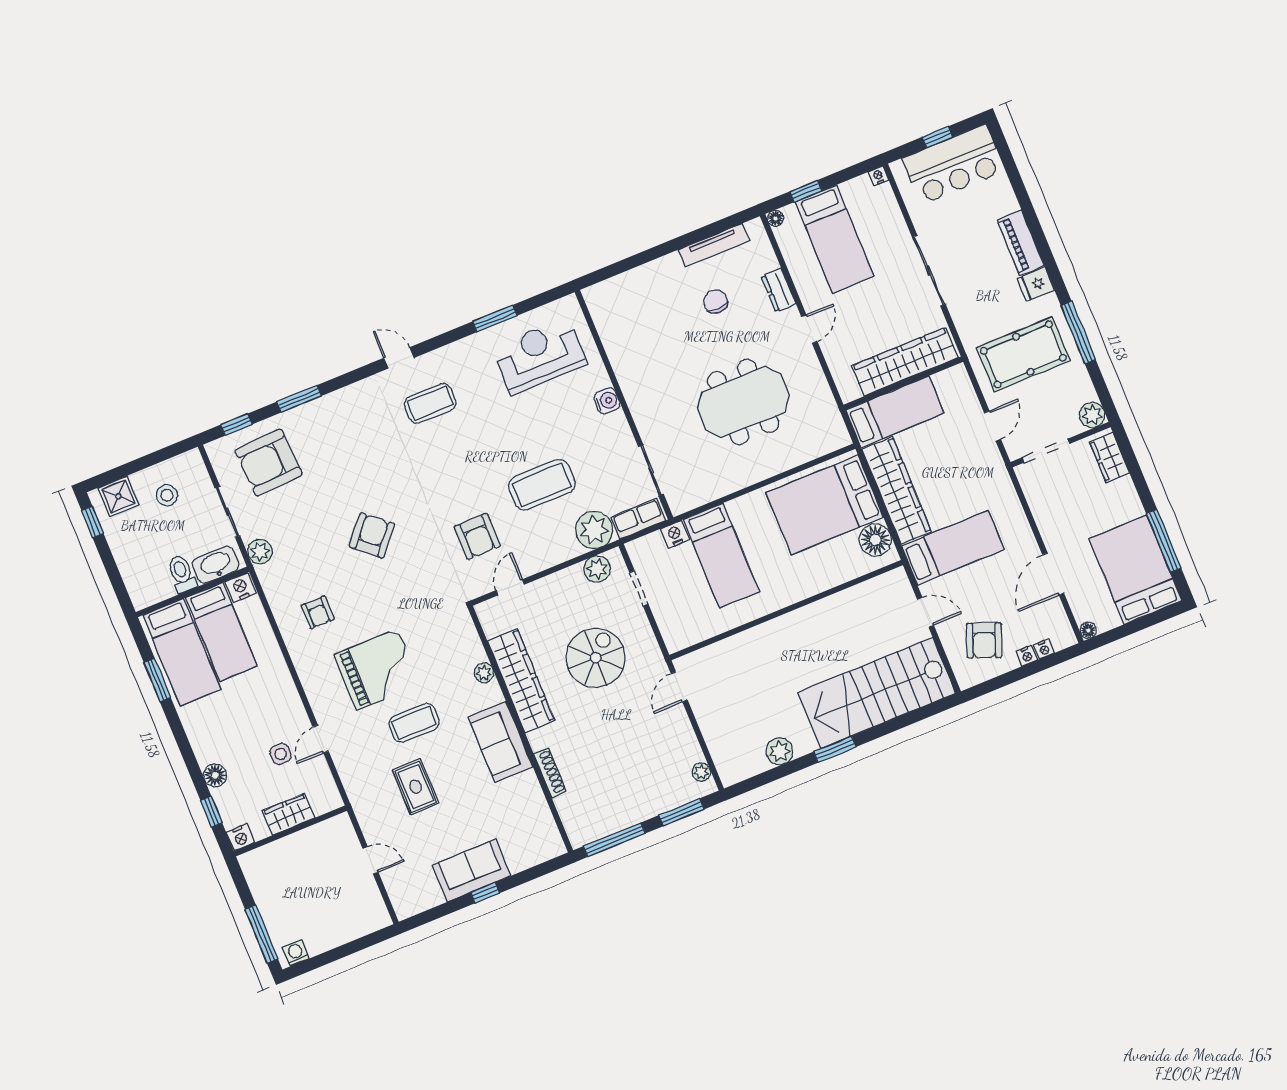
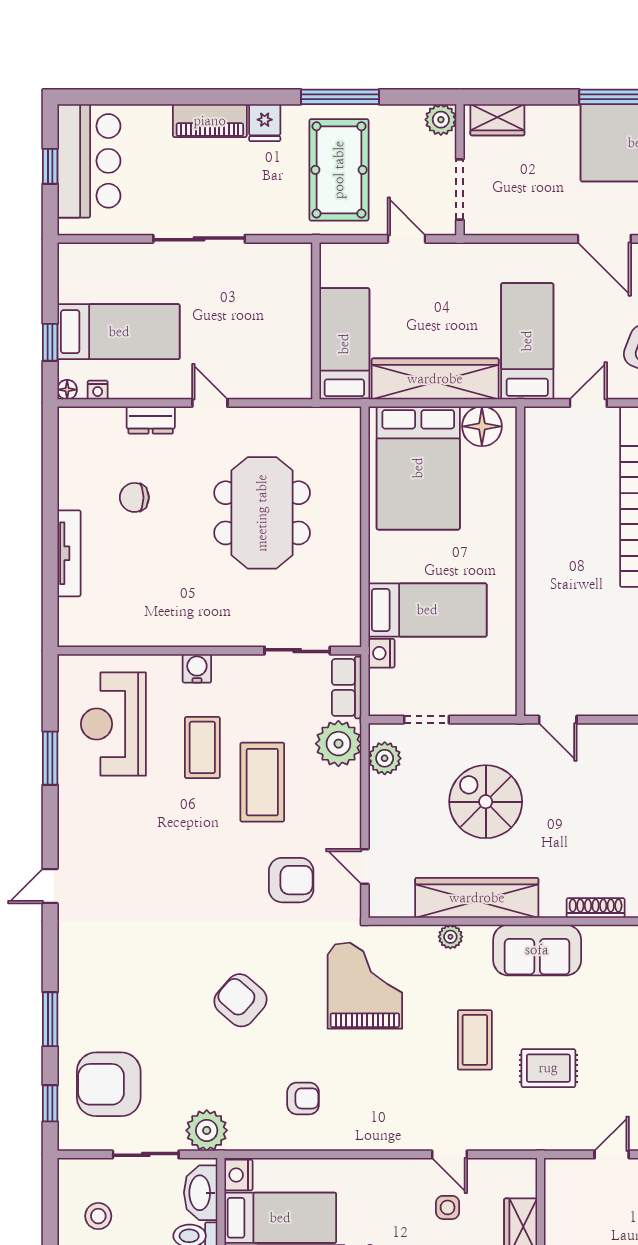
nightstand: (878, 176) -> (98, 390), moved, turned -90
tv unit: (714, 245) -> (69, 553), moved
wardrobe: (905, 362) -> (292, 309), removed
coffee table: (430, 403) -> (202, 747), moved
armchair: (269, 463) -> (109, 1084), turned 93
plant: (260, 552) -> (207, 1130), width x1.36, depth x1.36
grand piano: (377, 669) -> (365, 986), moved

